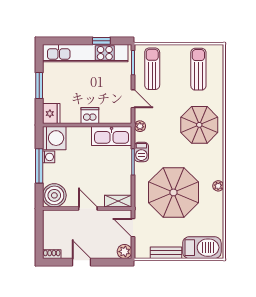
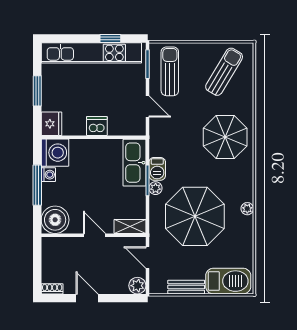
sun lounger: (198, 69) -> (224, 72), turned 31
plant: (140, 126) -> (156, 188), moved
kitchen sink: (112, 136) -> (134, 163), moved, turned 90

